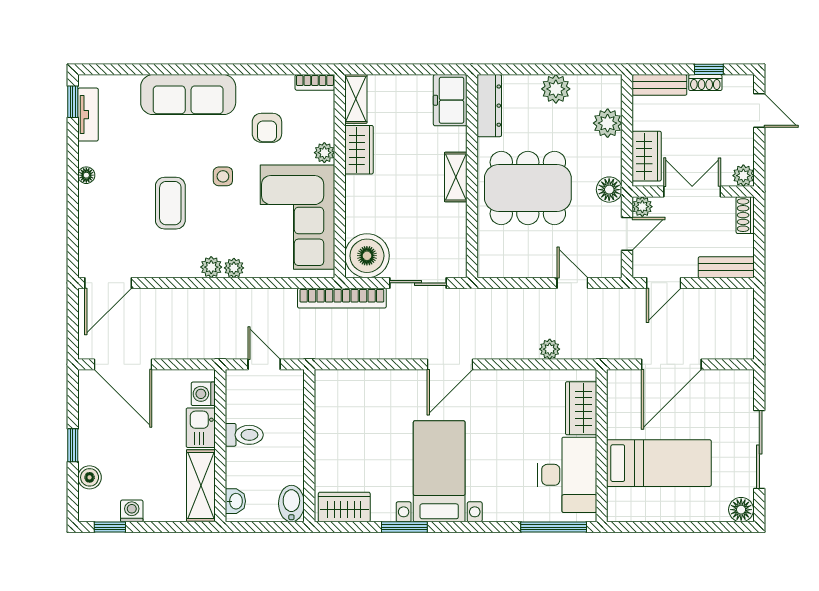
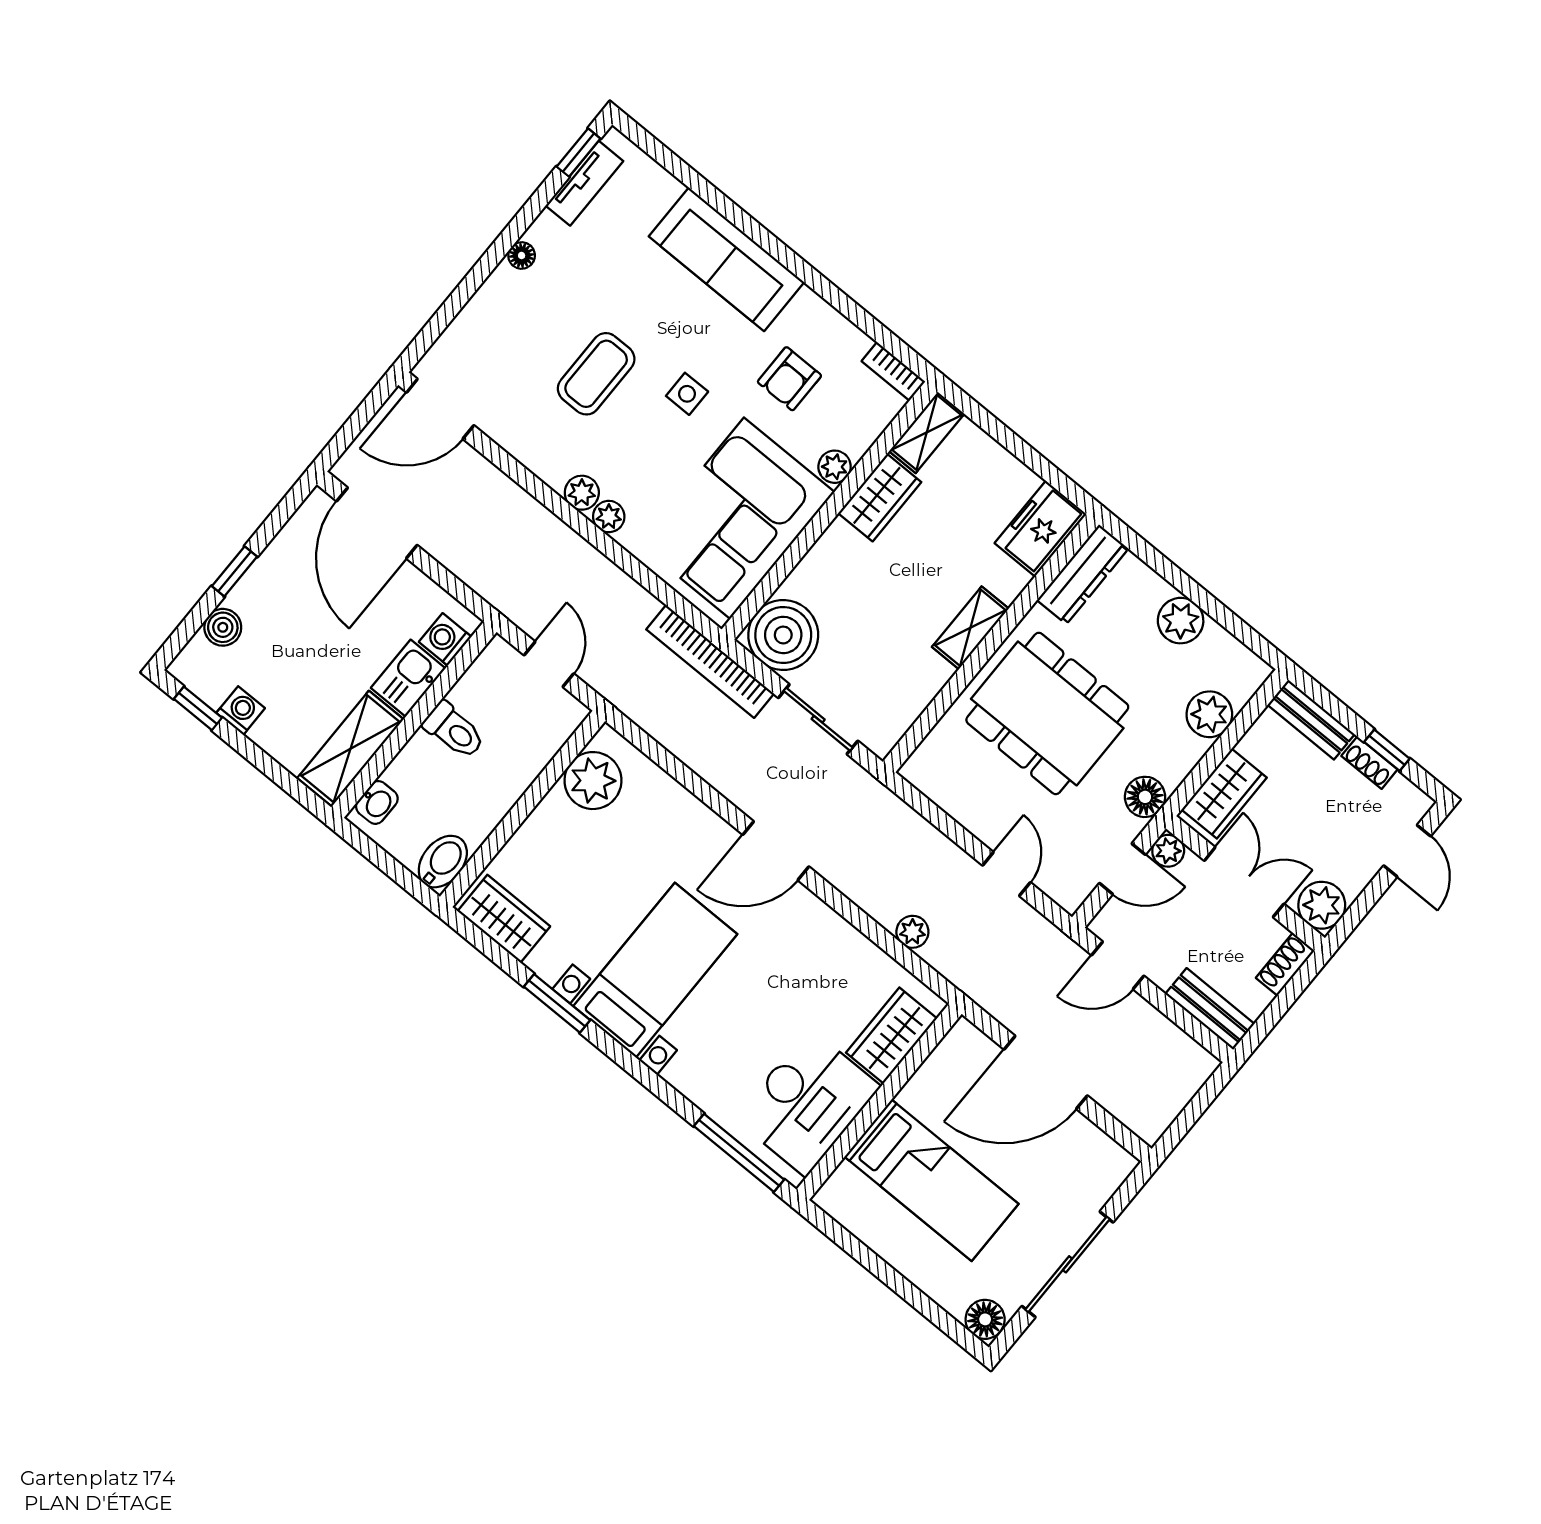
plant: (743, 176) -> (1322, 905), width x1.38, depth x1.38
plant: (332, 404) -> (593, 781), added

